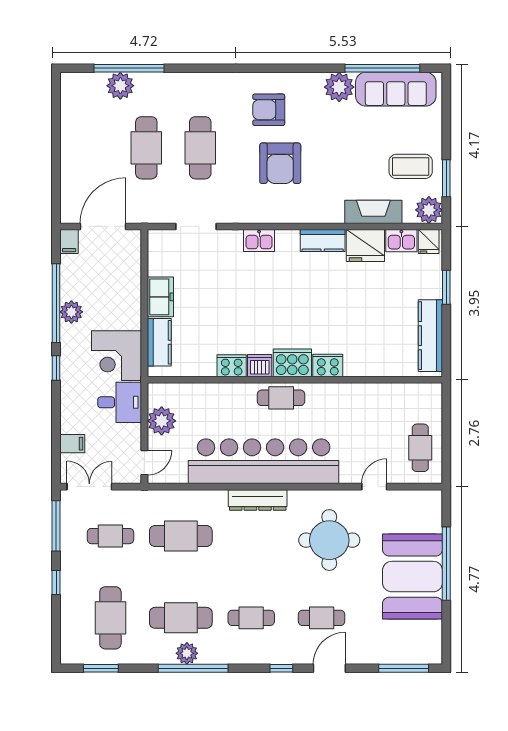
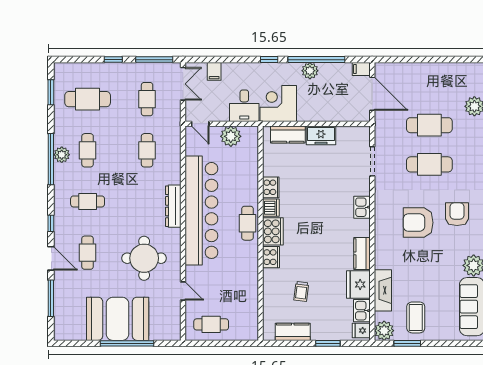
trolley: (375, 324) -> (301, 291), added
kitchen counter: (430, 336) -> (293, 332), width x0.67
cafe table: (181, 536) -> (147, 150), width x0.73, depth x0.74
cafe table: (181, 618) -> (88, 150), width x0.73, depth x0.74
cafe table: (251, 618) -> (88, 201), turned 90
window: (404, 668) -> (51, 298), moved

